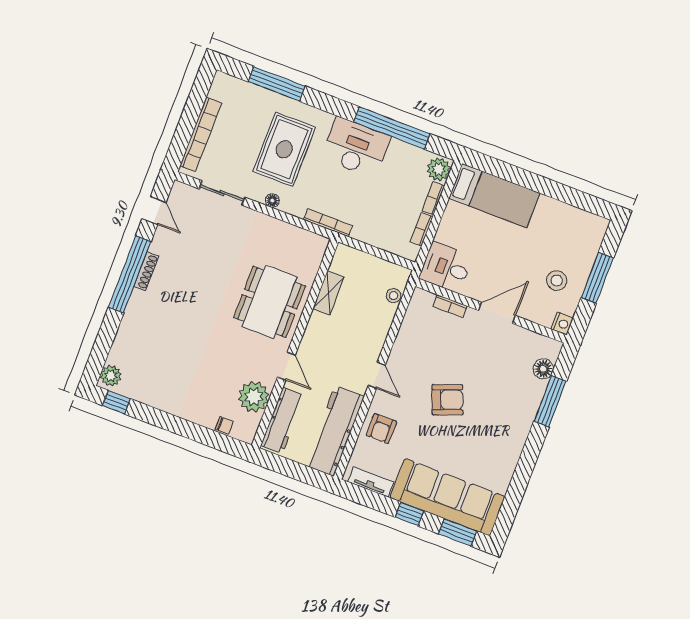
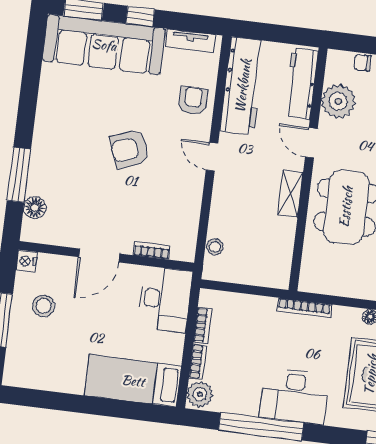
desk: (446, 267) -> (165, 299), width x1.37
shelving: (328, 293) -> (290, 193), moved

